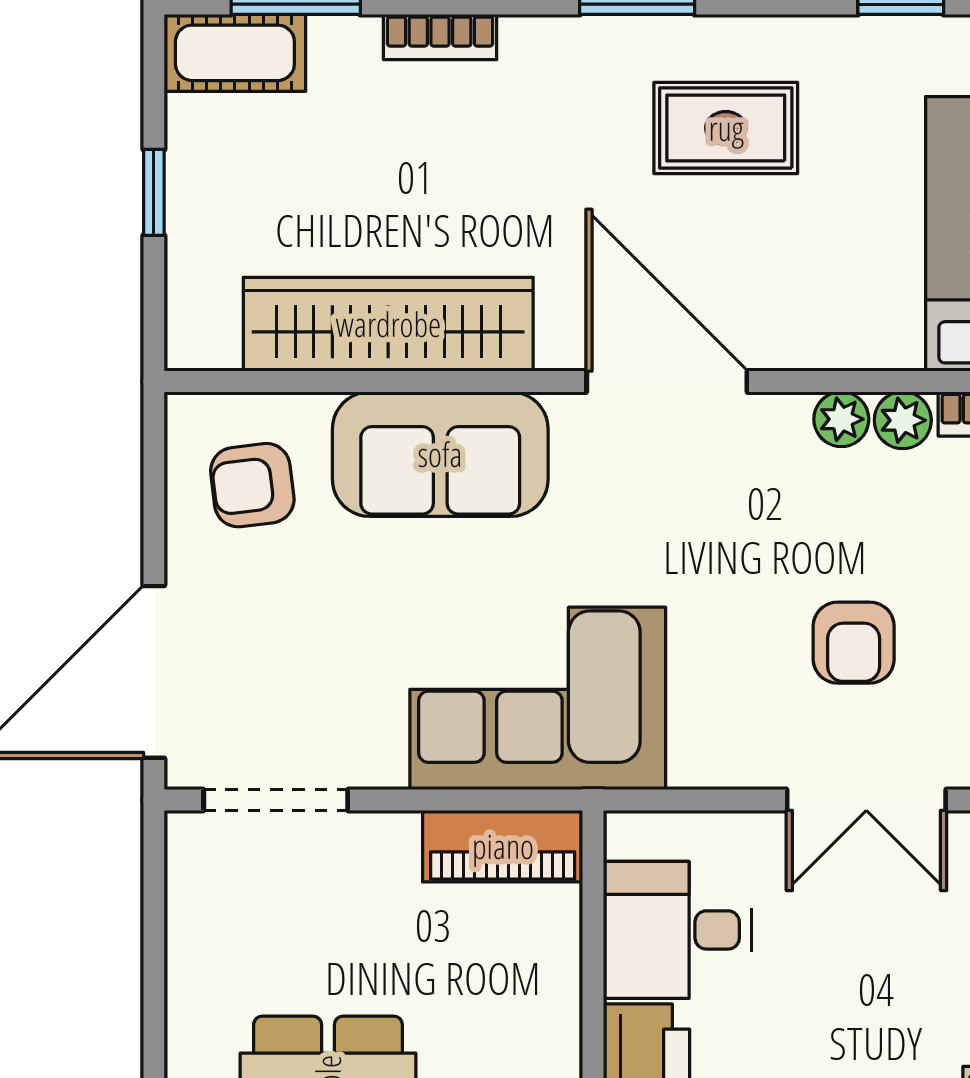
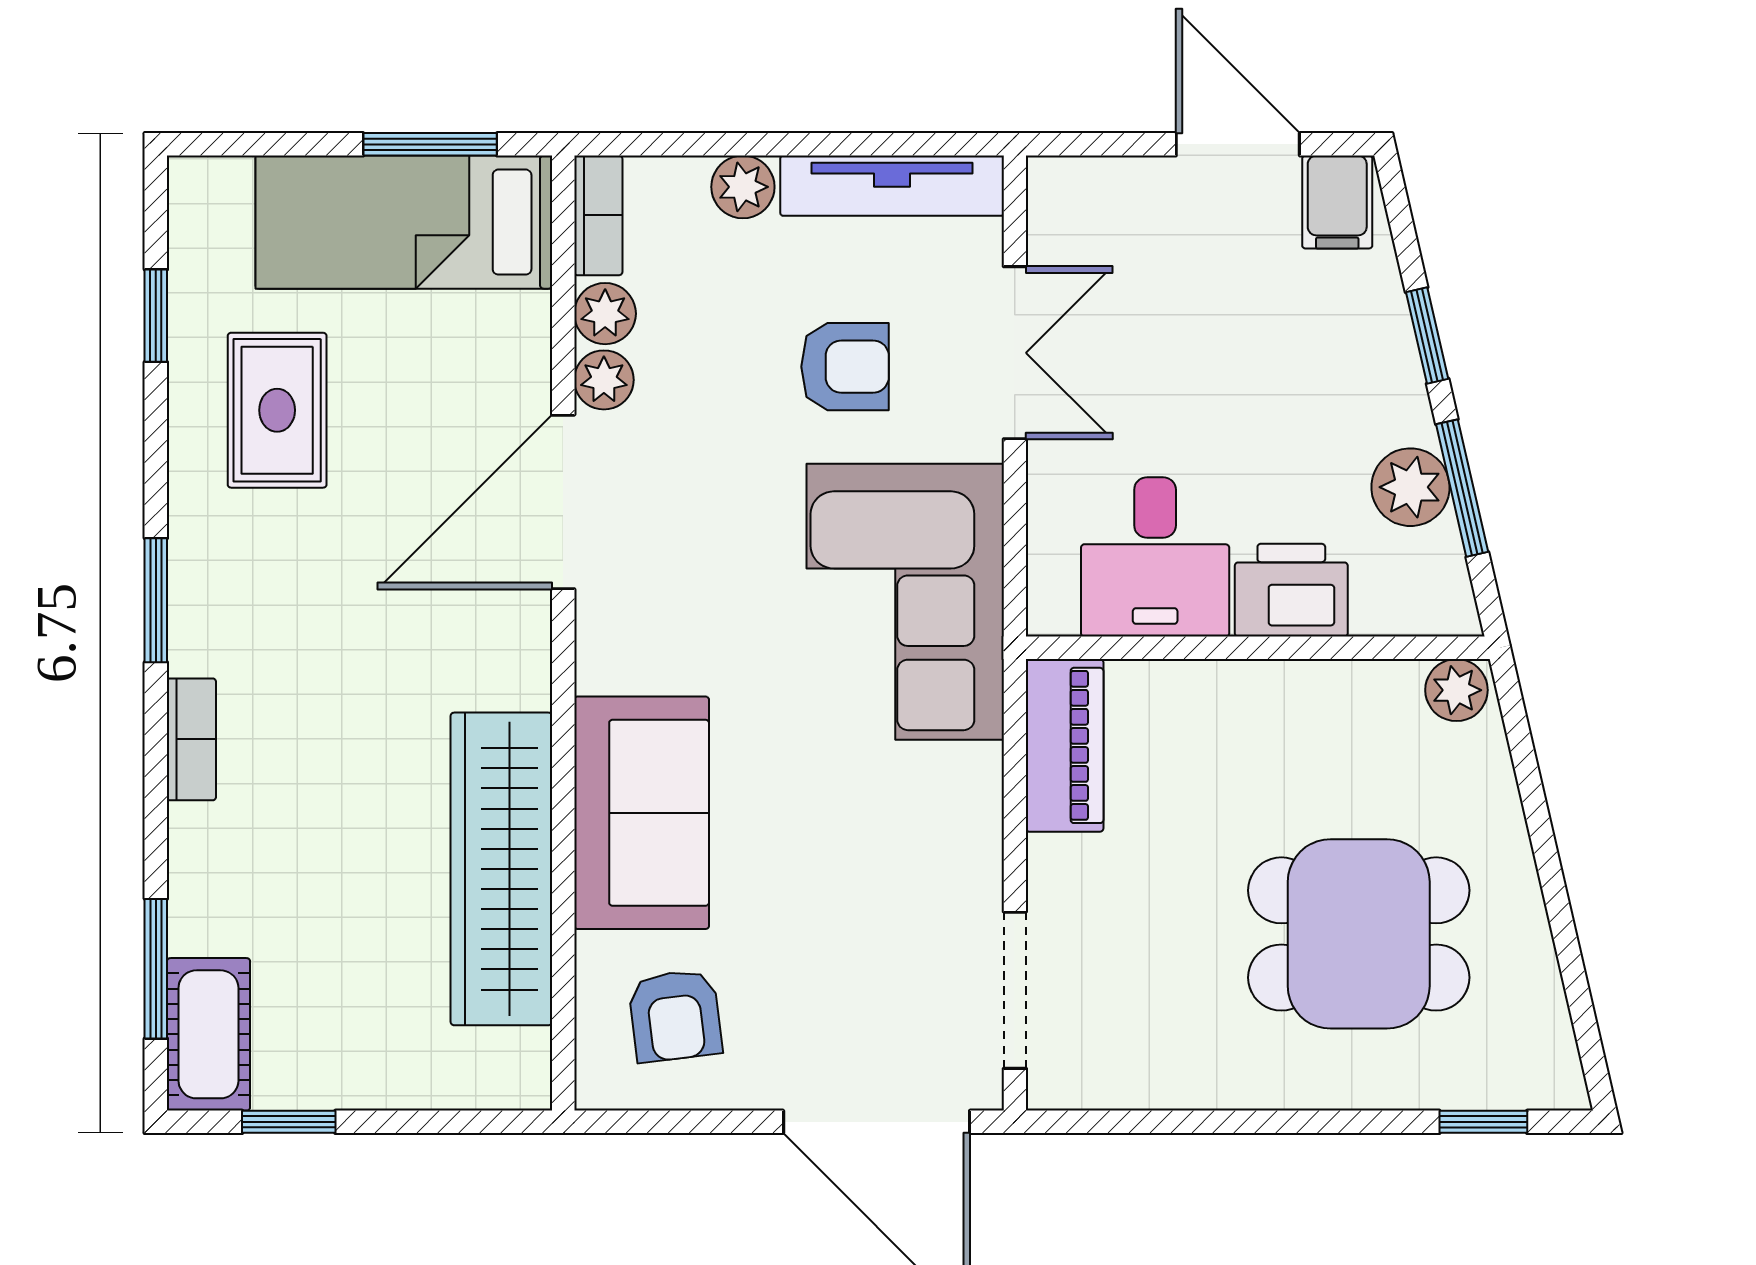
bookcase: (440, 37) -> (191, 739), moved
rug: (726, 128) -> (277, 410), moved
window: (154, 192) -> (289, 1122), moved
door: (667, 381) -> (563, 502), moved
corner sofa: (538, 698) -> (905, 602), moved

